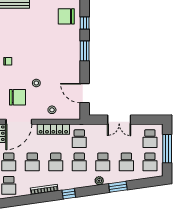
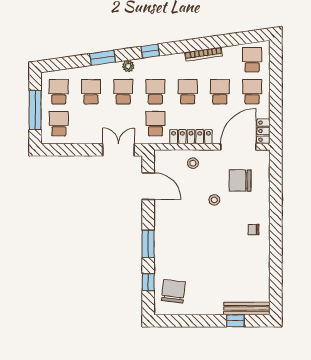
chair: (66, 16) -> (173, 291), turned -83
double door: (119, 120) -> (119, 150), moved
window: (69, 194) -> (150, 51), moved

